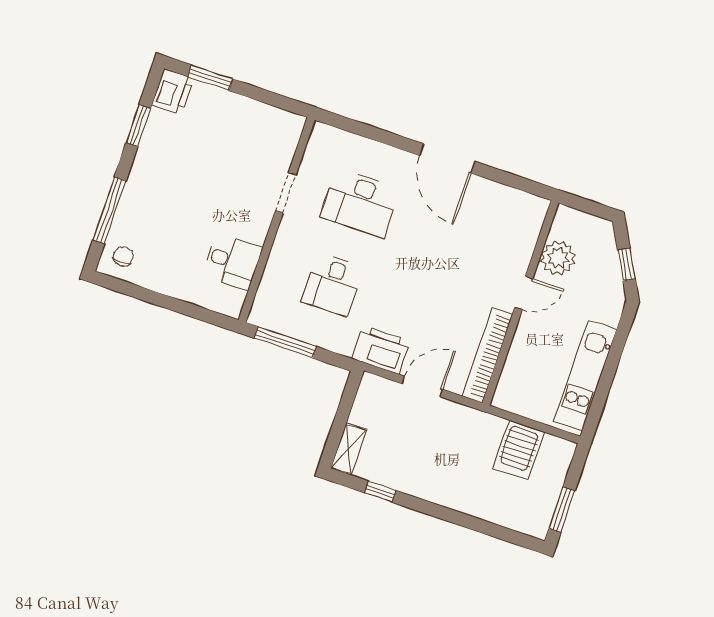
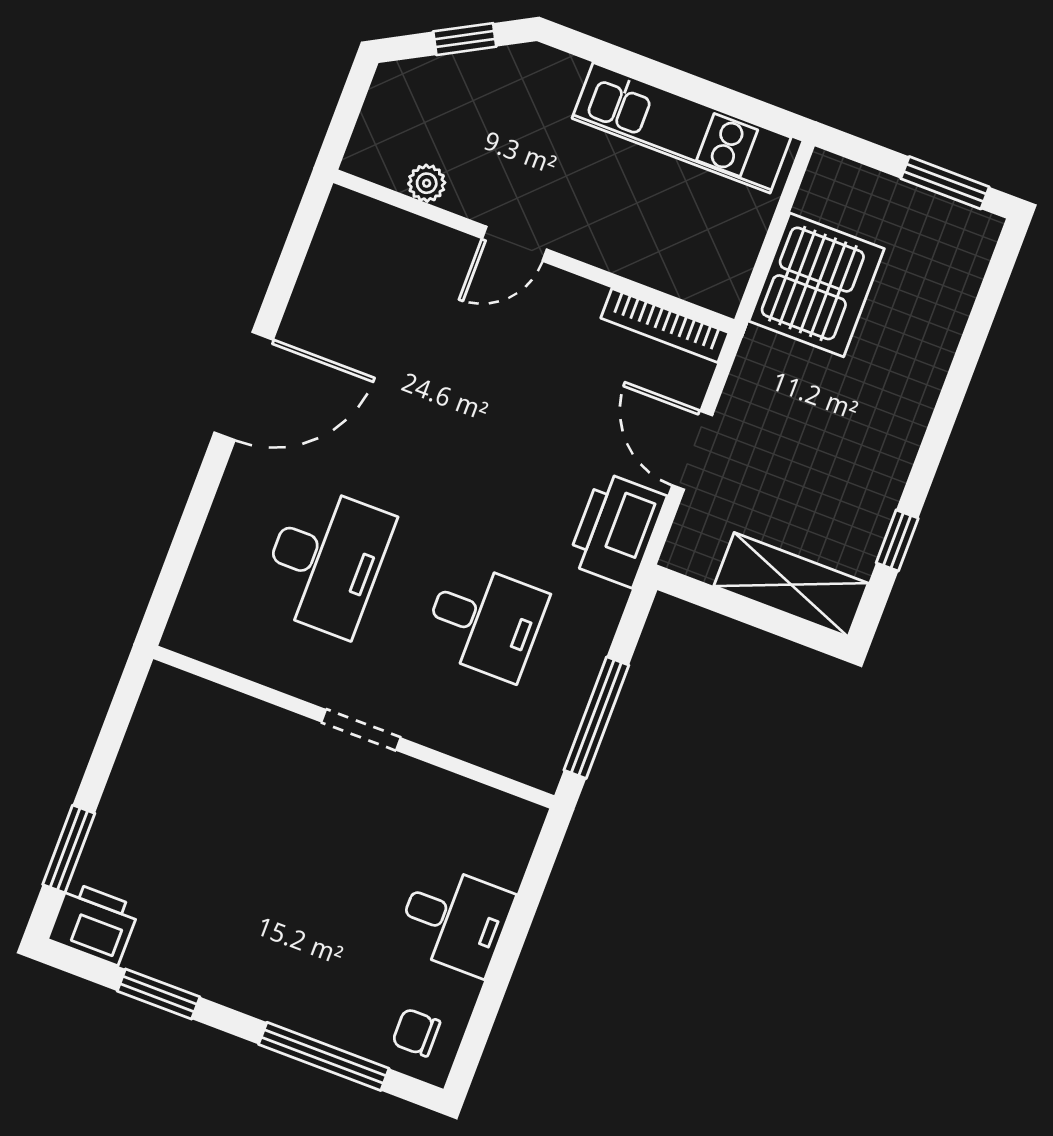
doorway: (286, 193) -> (361, 730), moved
plant: (558, 258) -> (427, 183), width x0.53, depth x0.53
desk: (232, 261) -> (455, 920), moved, turned 90
door: (524, 293) -> (515, 244), swing flipped
bookcase: (487, 355) -> (665, 325), width x0.68, depth x0.76
shelving: (349, 449) -> (791, 585), width x1.50, depth x1.33
server rack: (518, 450) -> (817, 285), width x1.60

